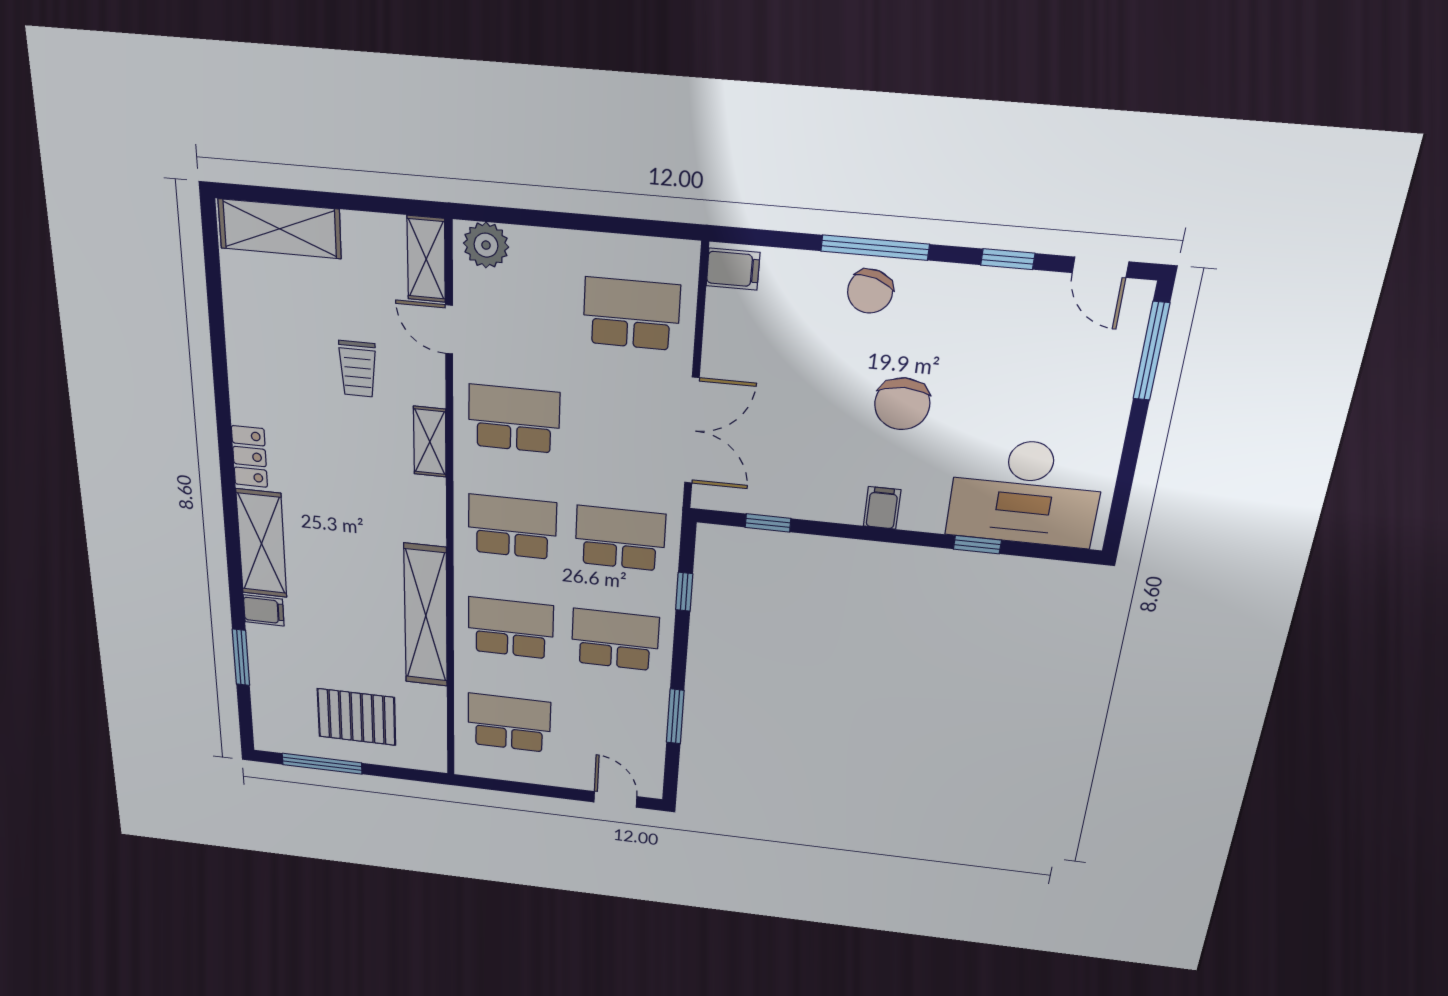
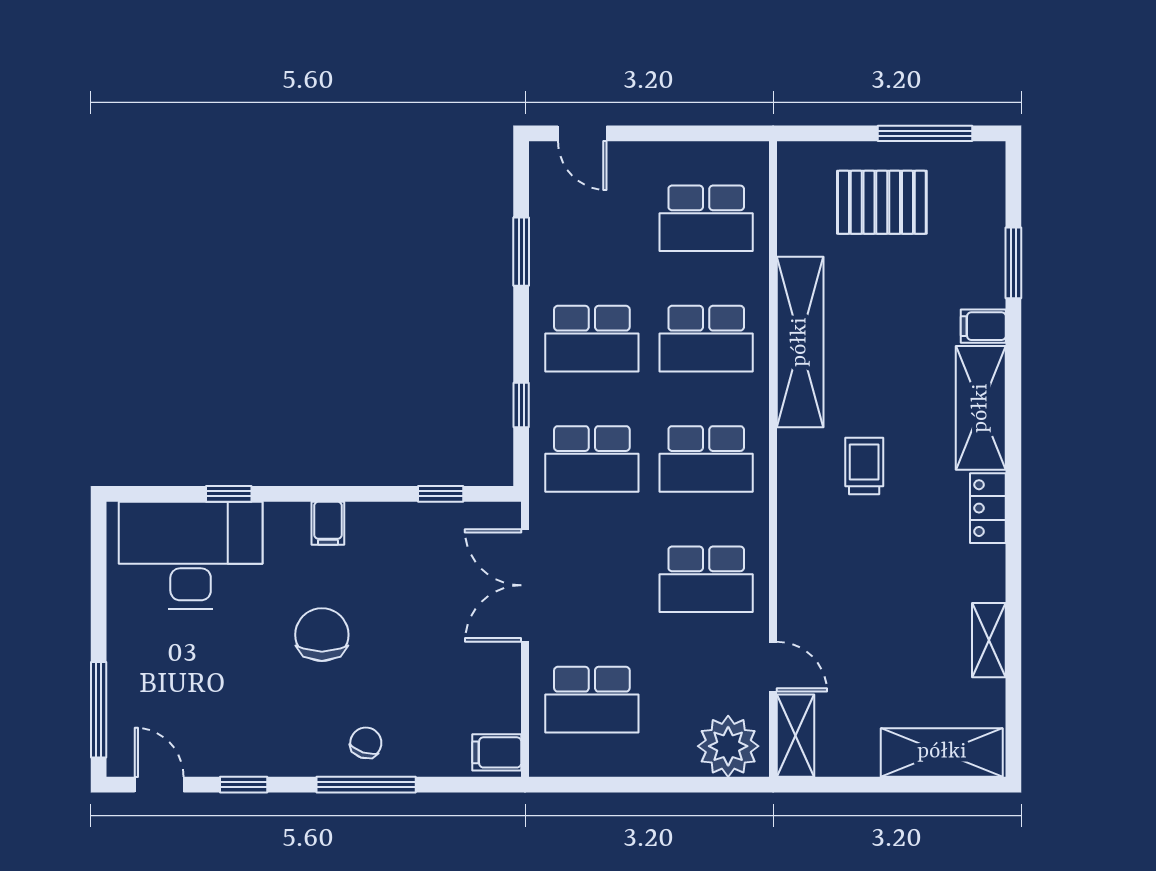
plant: (486, 245) -> (728, 746), width x1.36, depth x1.36
chair: (870, 291) -> (366, 743), width x0.73, depth x0.73
trolley: (358, 369) -> (864, 466), moved
shelving: (430, 442) -> (989, 640), moved

